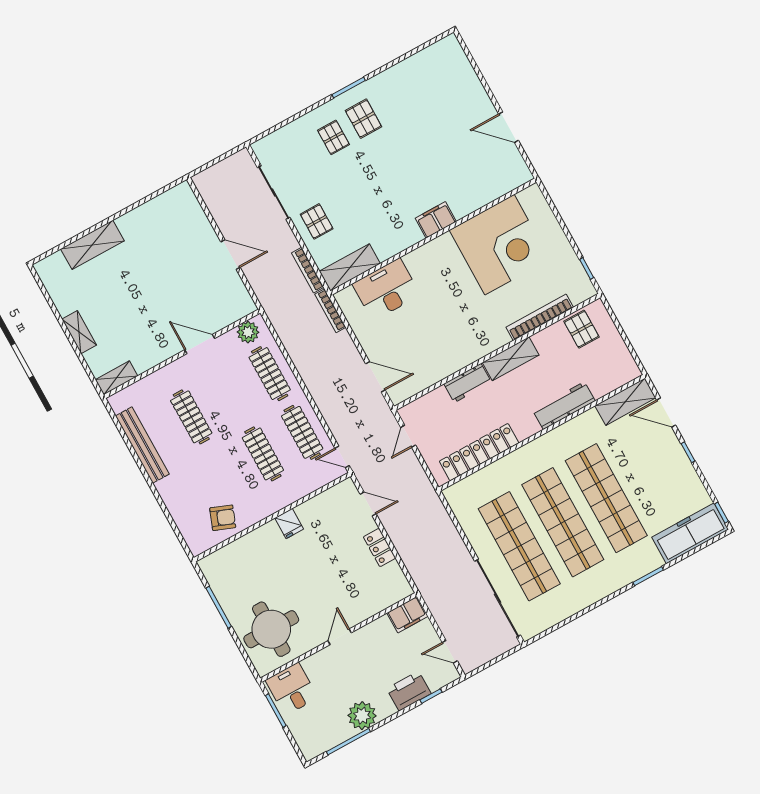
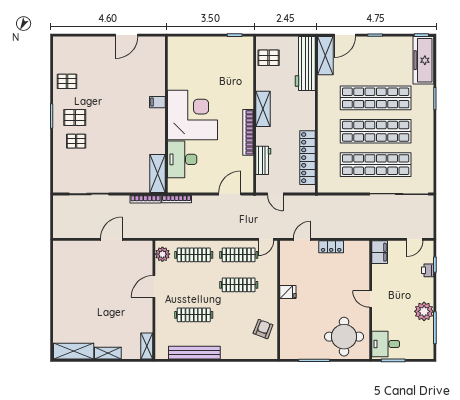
filing cabinet: (436, 220) -> (157, 102), width x0.50
pallet: (317, 221) -> (67, 81), moved
shelving: (92, 245) -> (74, 351), moved, turned 90
corner desk: (500, 245) -> (193, 115), moved
bookcase: (540, 317) -> (248, 132), moved
workbench: (468, 383) -> (263, 160), moved
workbench: (564, 406) -> (305, 64), moved, width x1.36, depth x1.32
printer: (409, 691) -> (428, 270), width x0.53, depth x0.68

